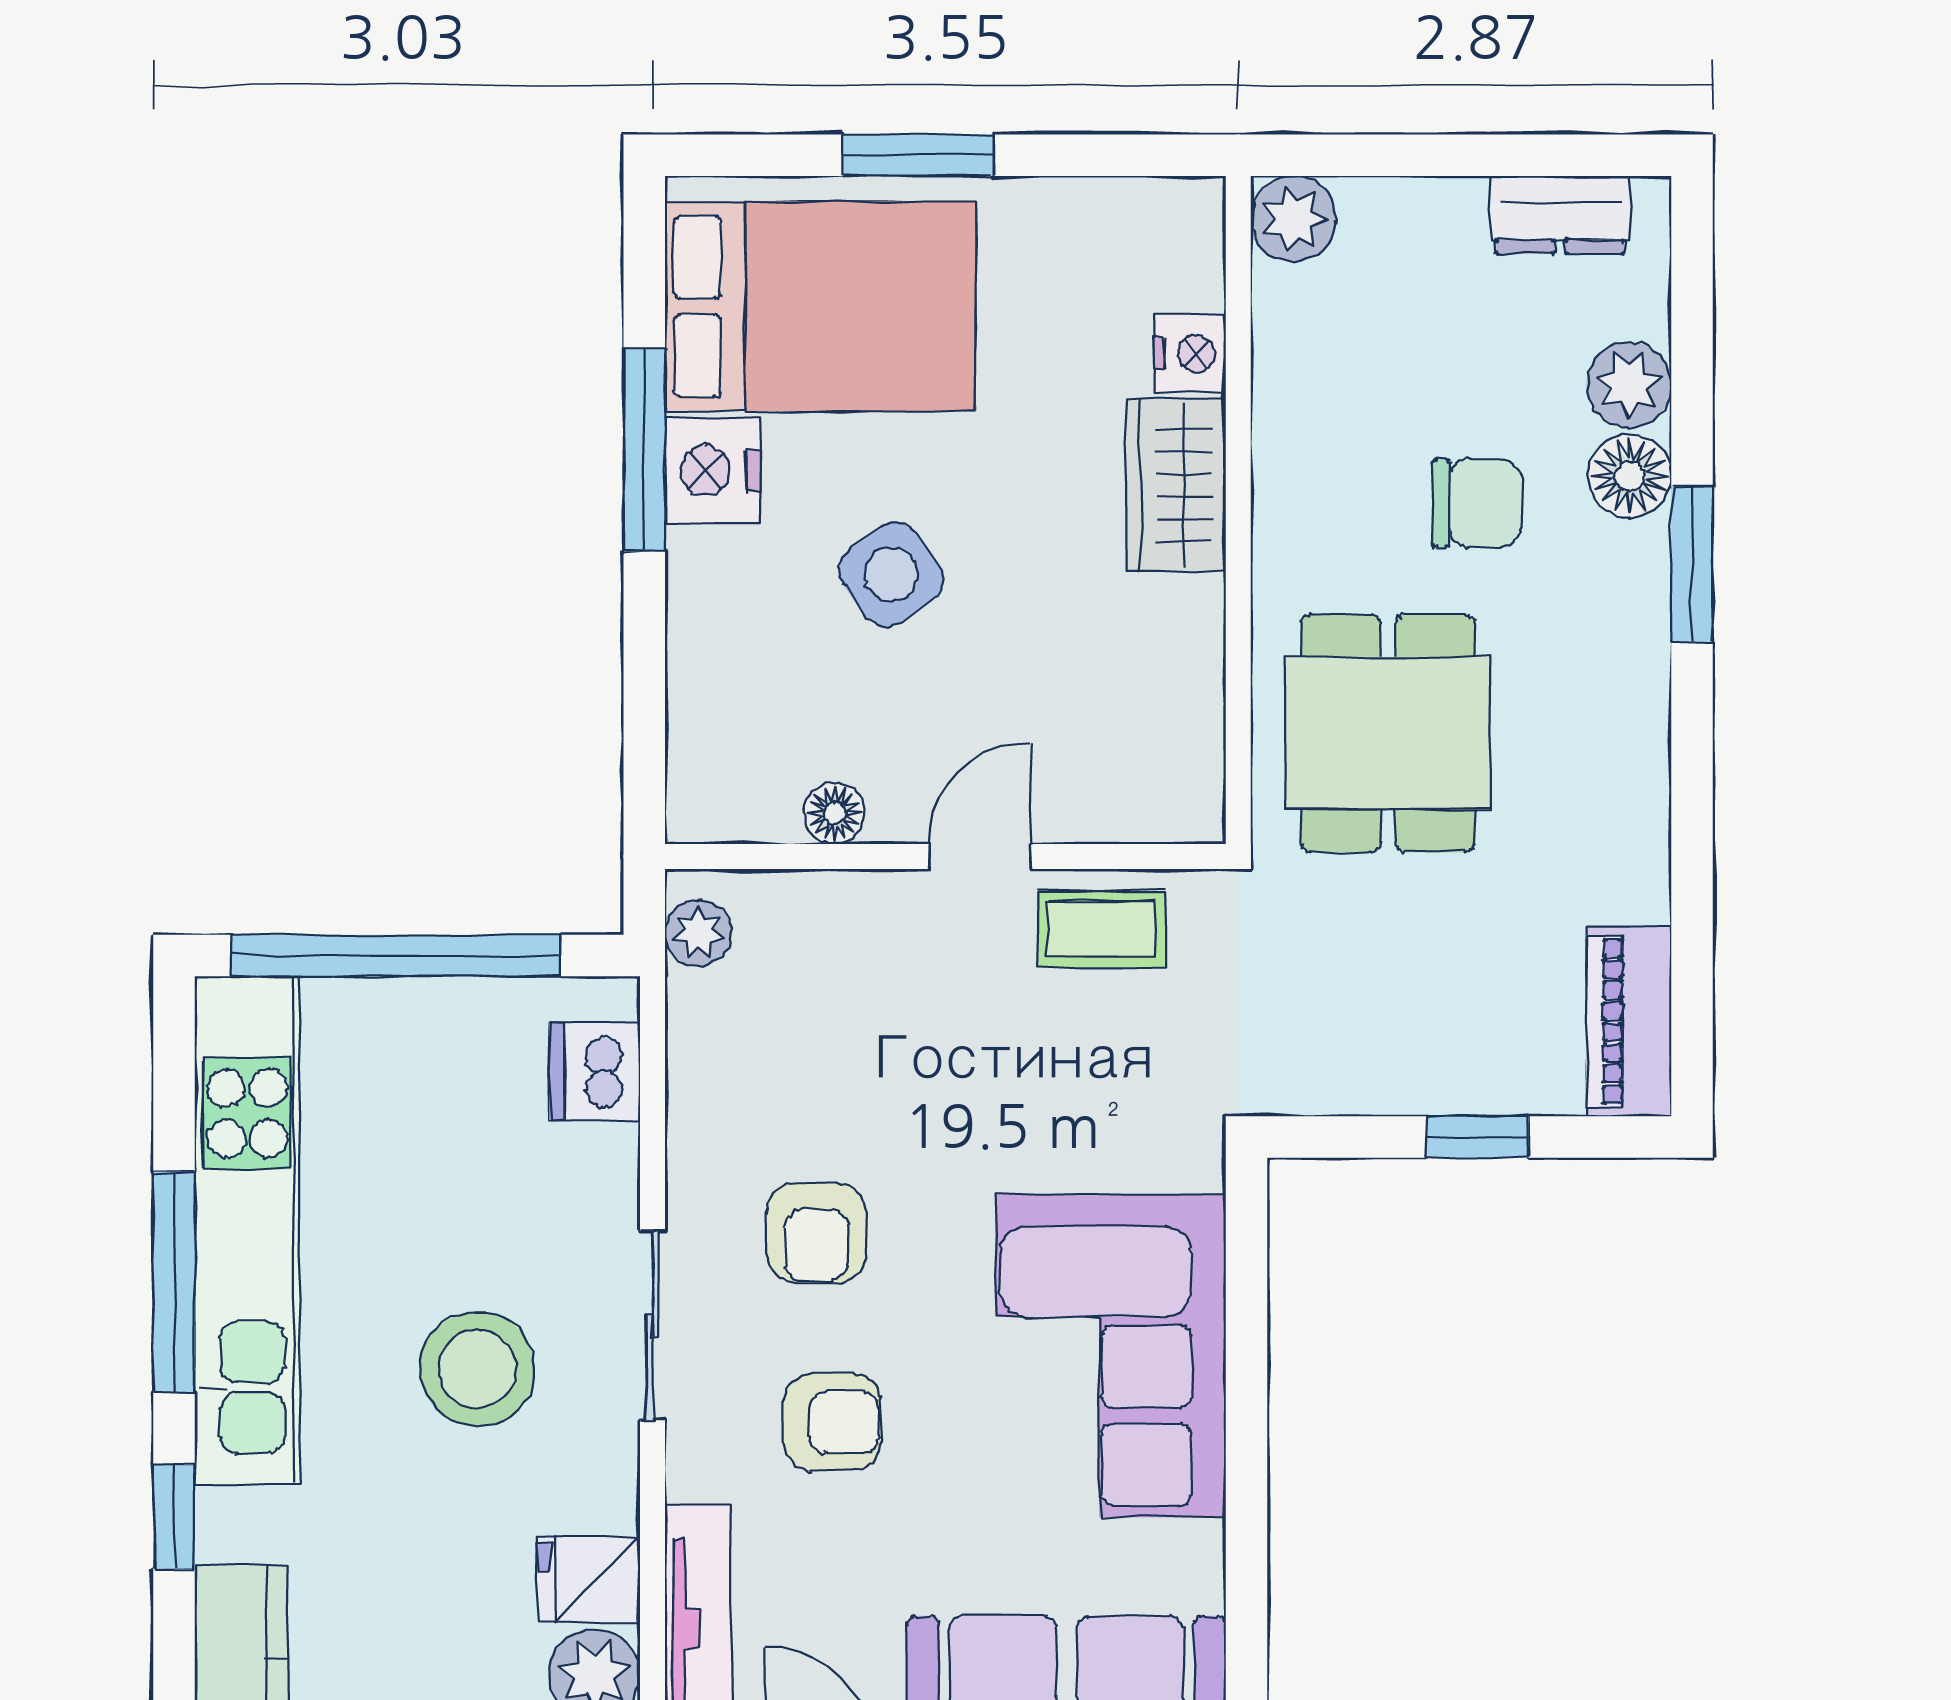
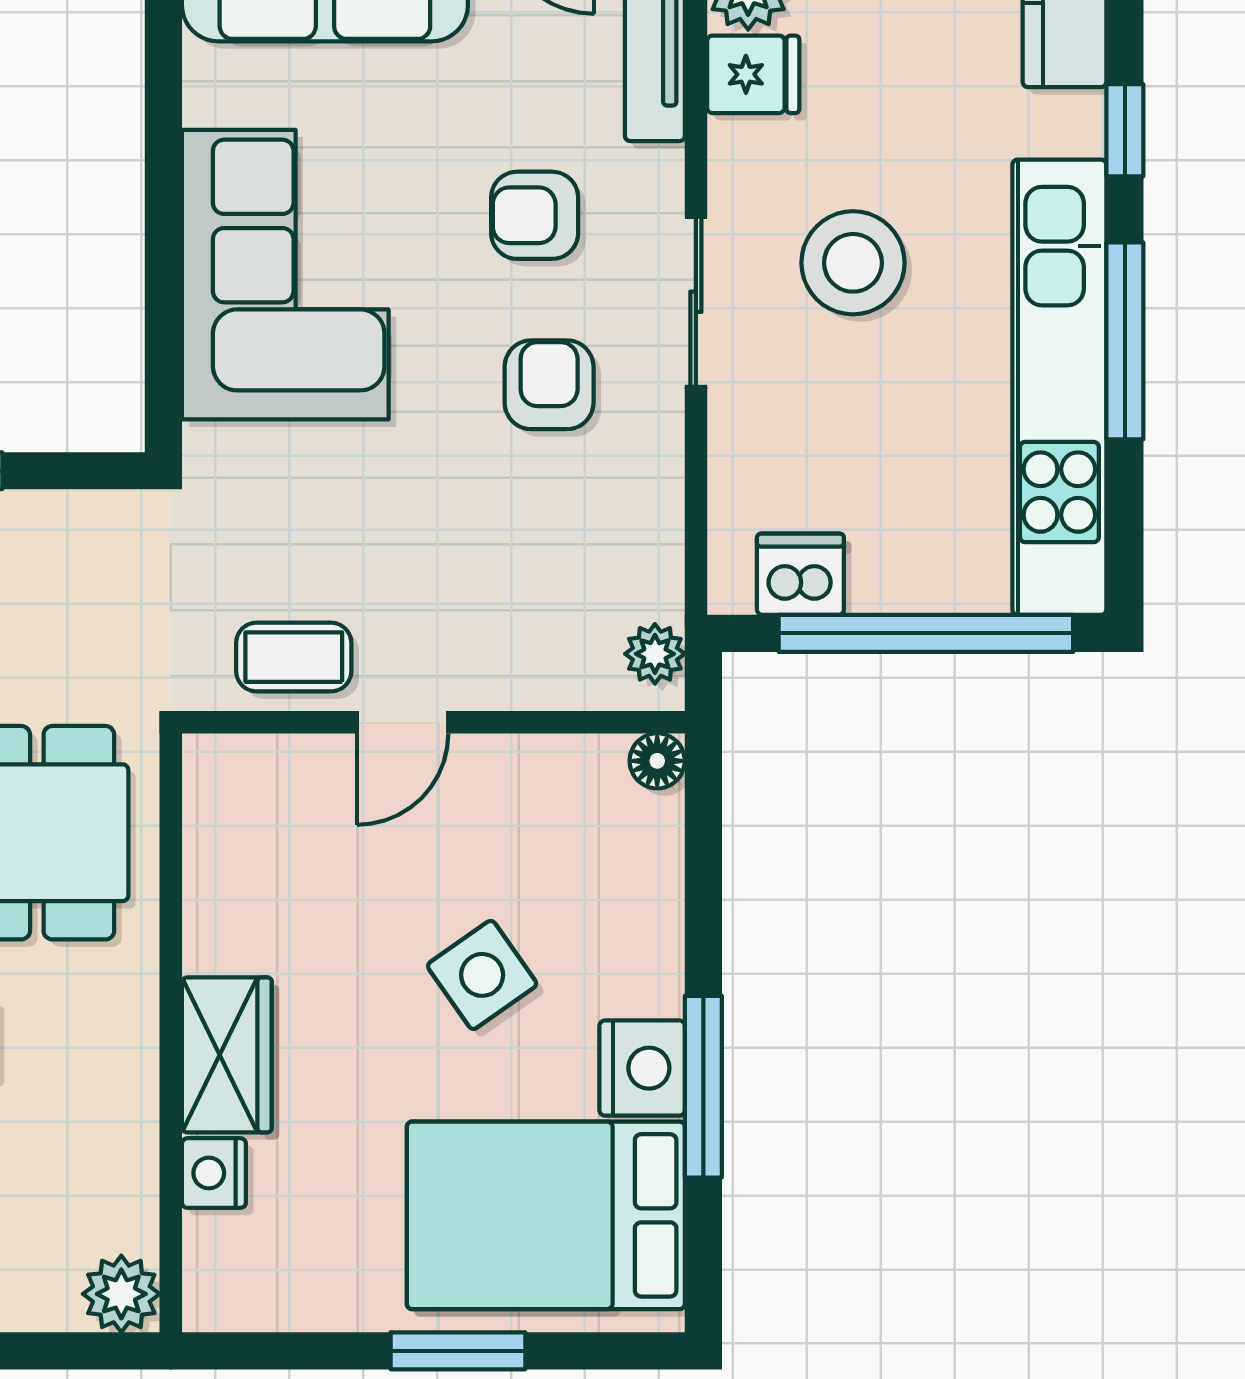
floor lamp: (835, 813) -> (657, 761), moved
dishwasher: (595, 1071) -> (800, 574), moved, turned -90

